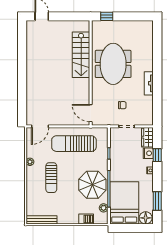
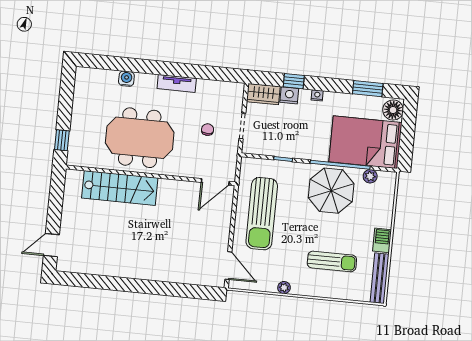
water cooler: (149, 52) -> (126, 79), added
sun lounger: (51, 178) -> (332, 261), moved
barbecue: (86, 219) -> (382, 240), moved

